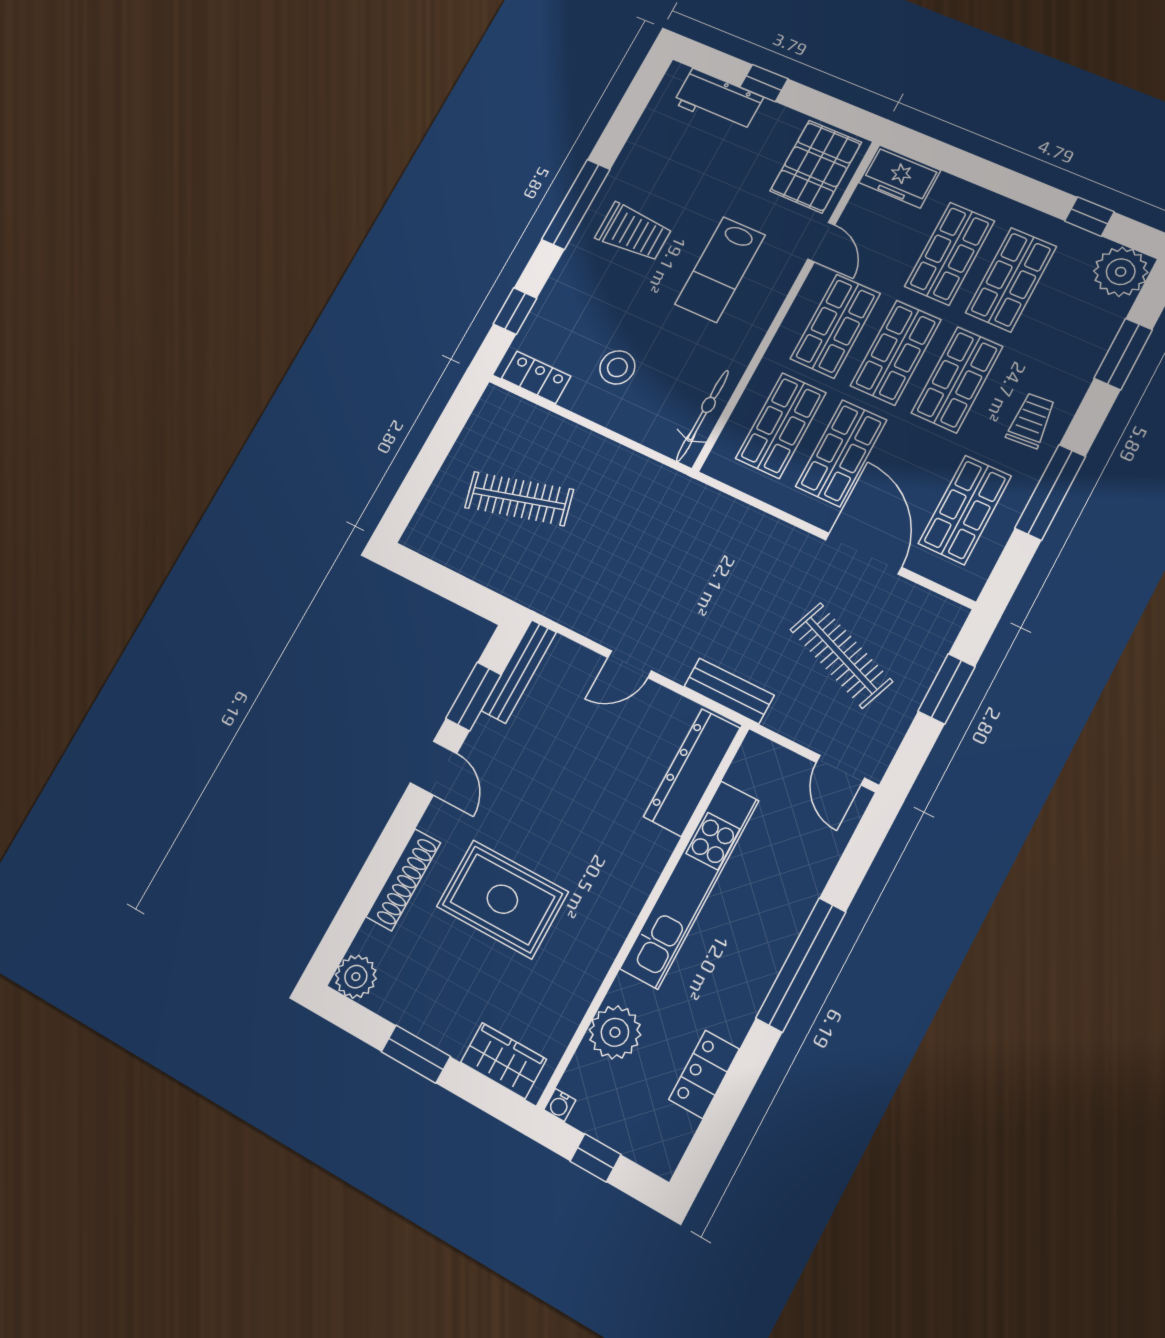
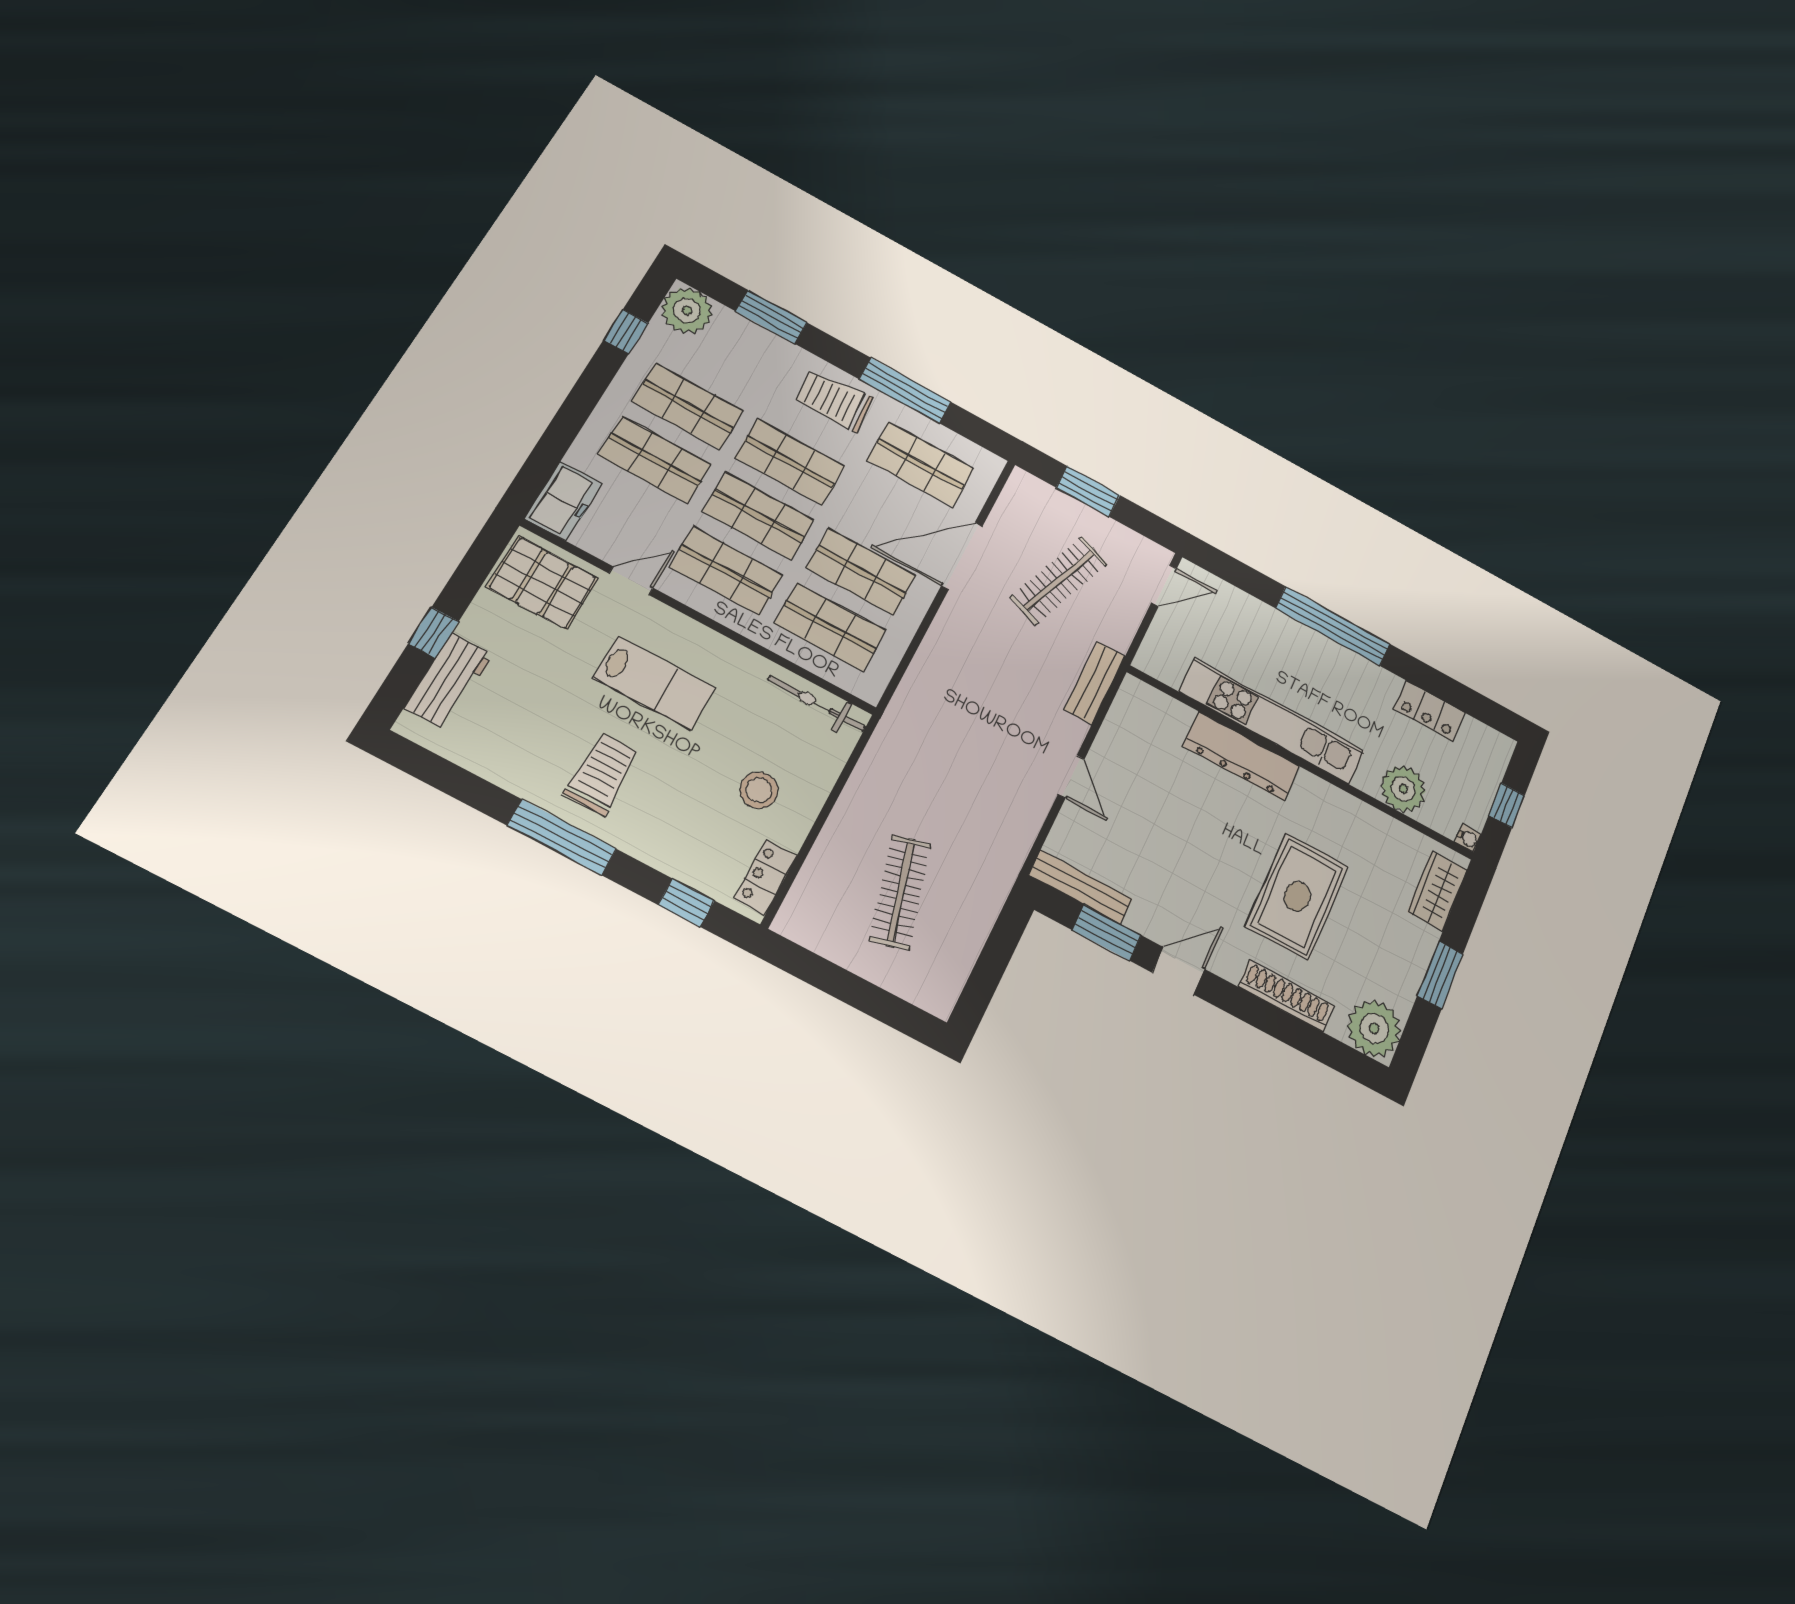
trolley: (1031, 421) -> (834, 401), width x1.36, depth x1.39
dresser: (692, 772) -> (1241, 756), moved
plant: (356, 977) -> (1374, 1029), width x1.36, depth x1.36

